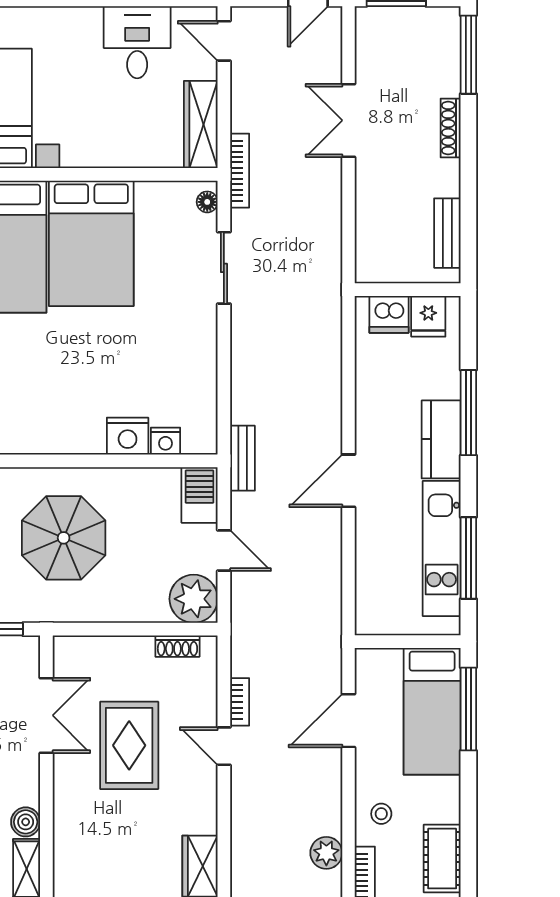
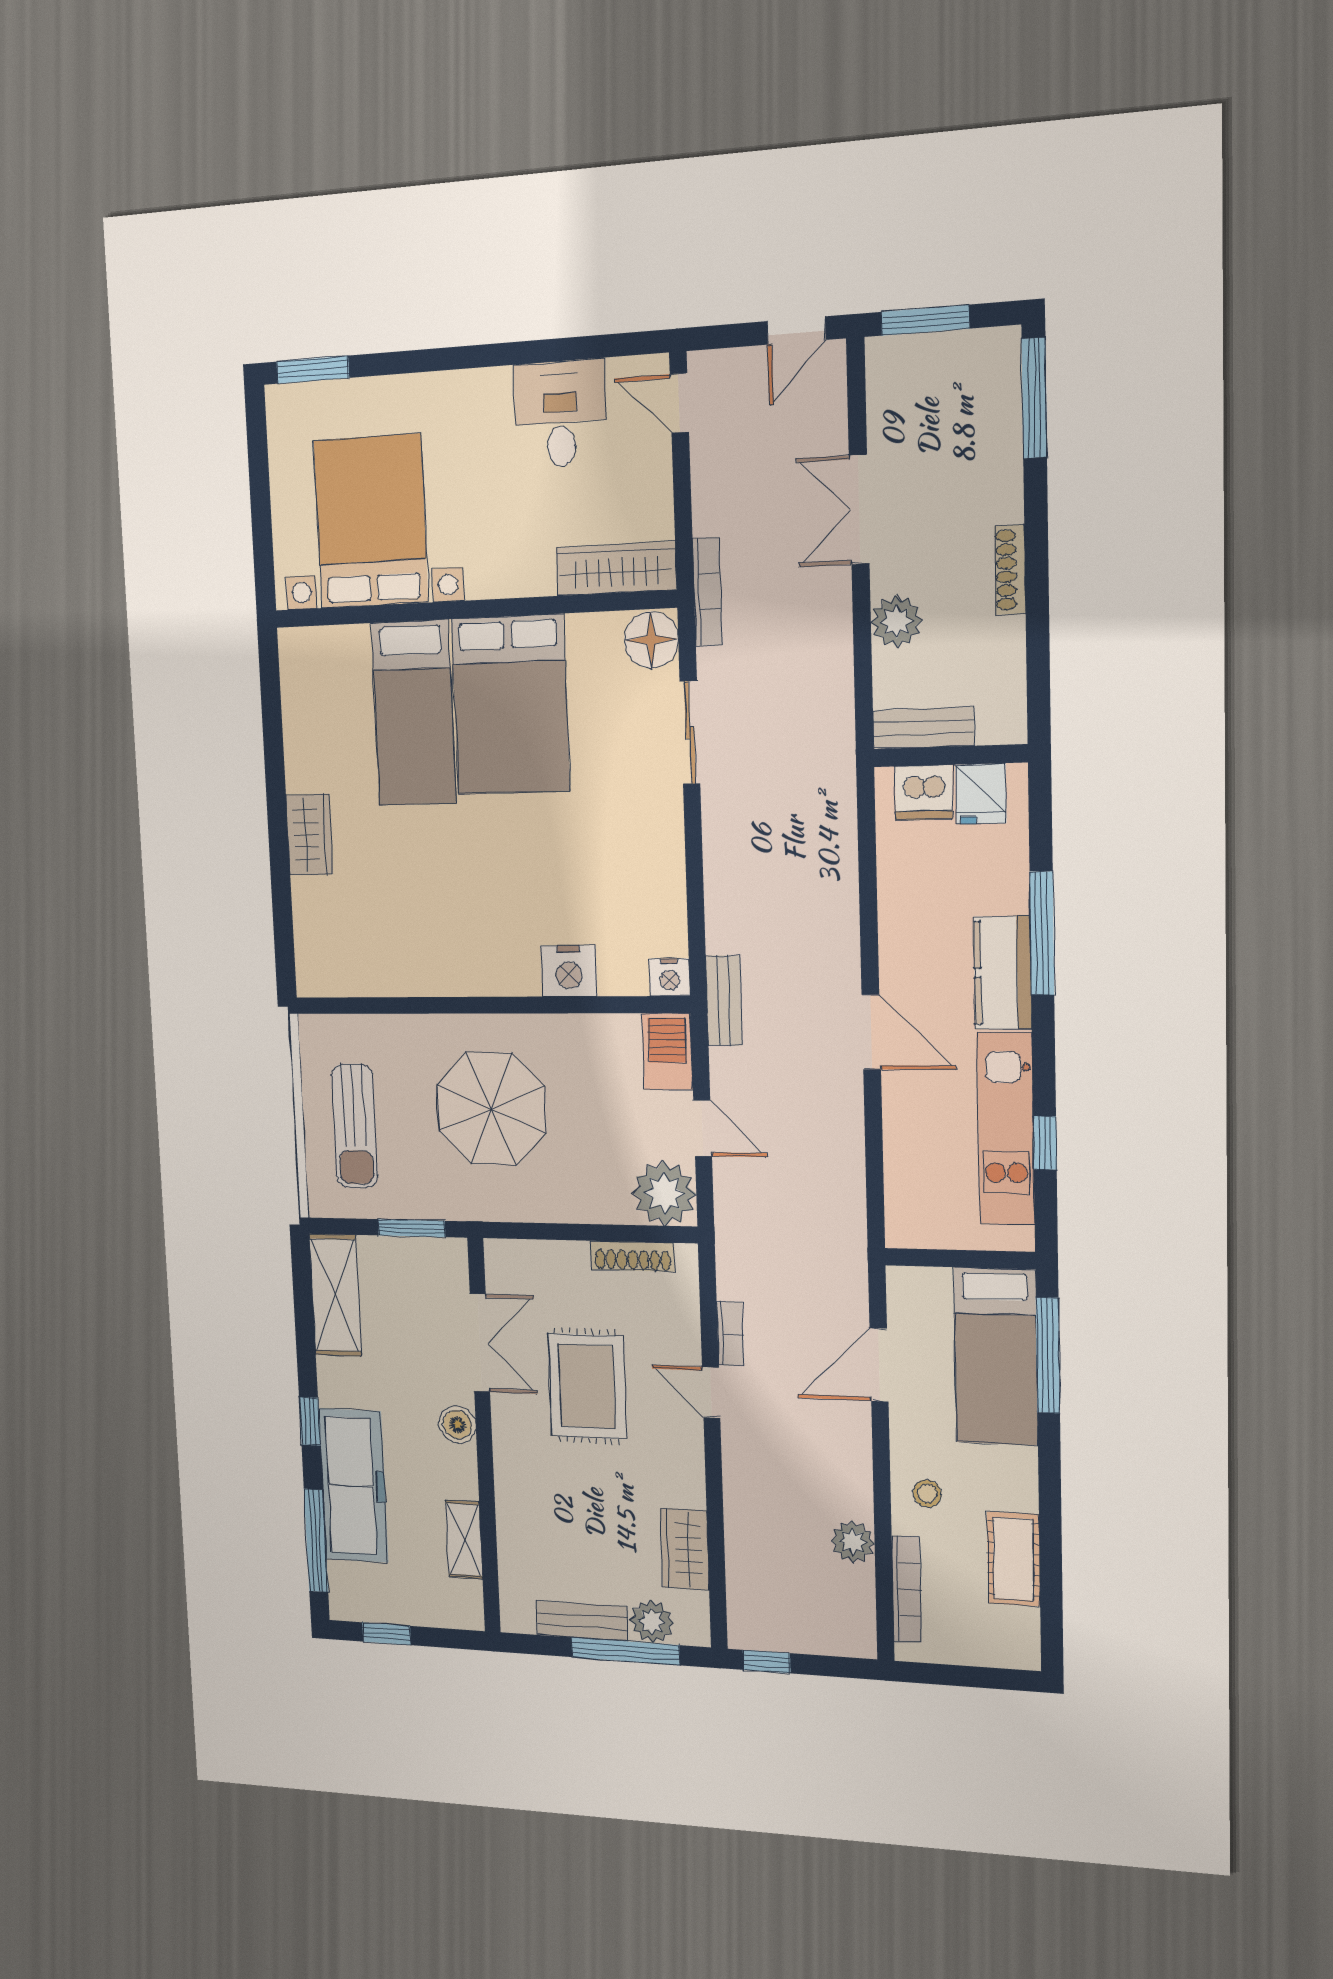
wardrobe: (201, 125) -> (616, 569), moved, turned 90
shoe rack: (451, 128) -> (1010, 570), moved
plant: (373, 197) -> (896, 621), added
floor lamp: (207, 202) -> (651, 640), width x1.89, depth x1.89
bench: (447, 233) -> (923, 728), moved, turned 90
nightstand: (165, 441) -> (669, 977), moved
door: (349, 481) -> (871, 1032), swing flipped
window: (468, 558) -> (1045, 1143), width x0.46
shoe rack: (177, 646) -> (633, 1256), width x1.43
boiler: (26, 822) -> (458, 1425), moved

